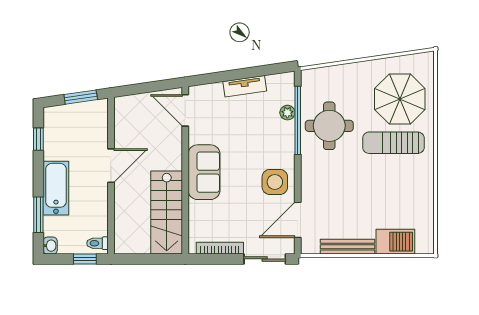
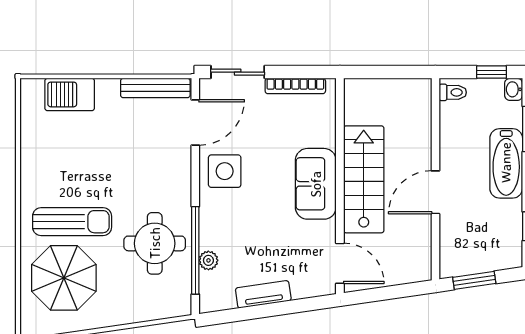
stairs: (167, 213) -> (364, 179), moved
bench: (347, 247) -> (155, 88), moved
window: (85, 259) -> (492, 72), moved

